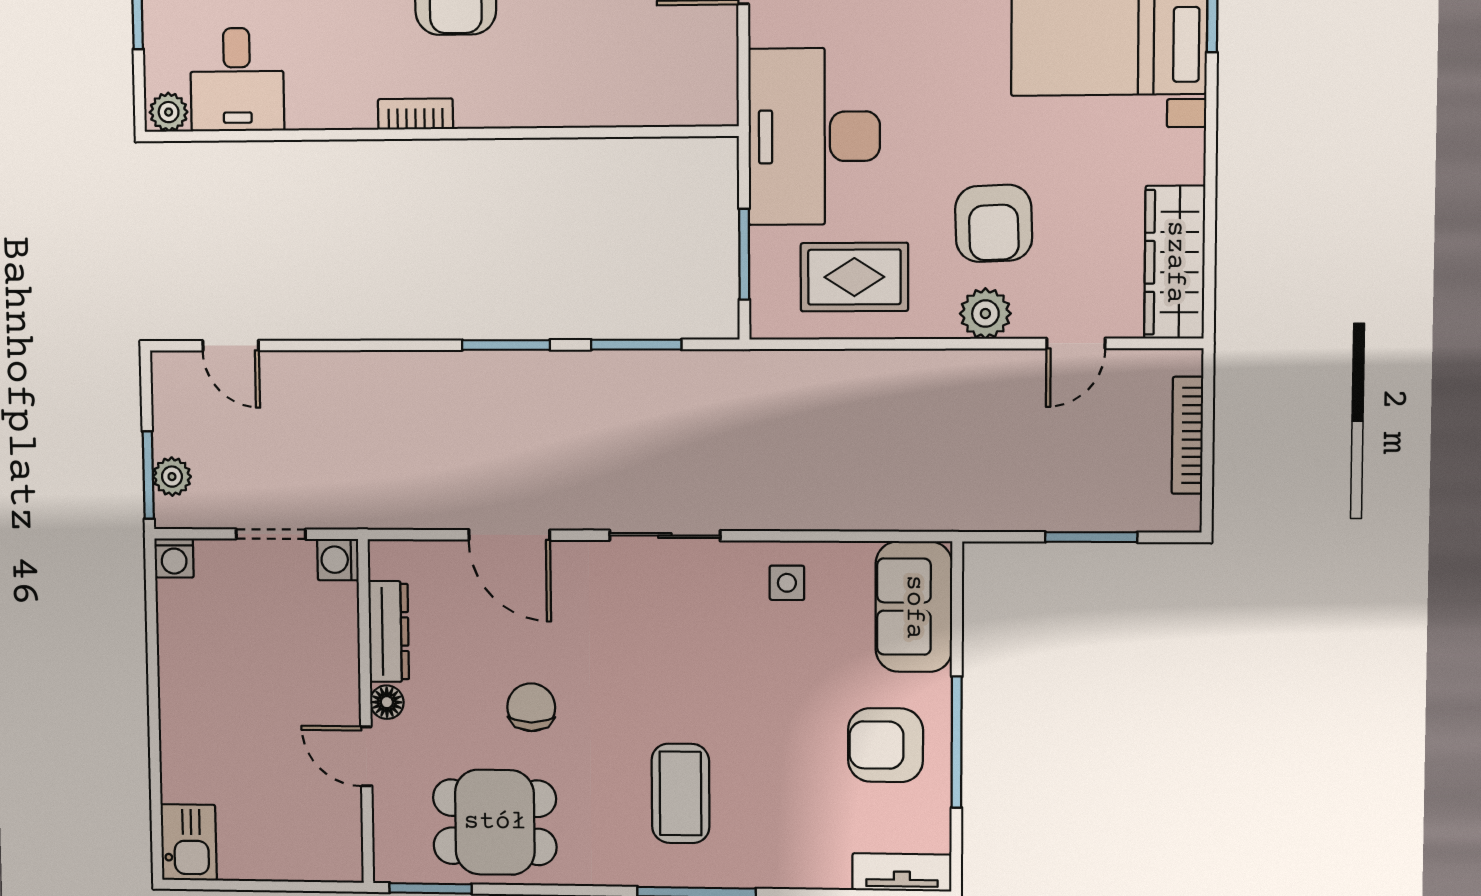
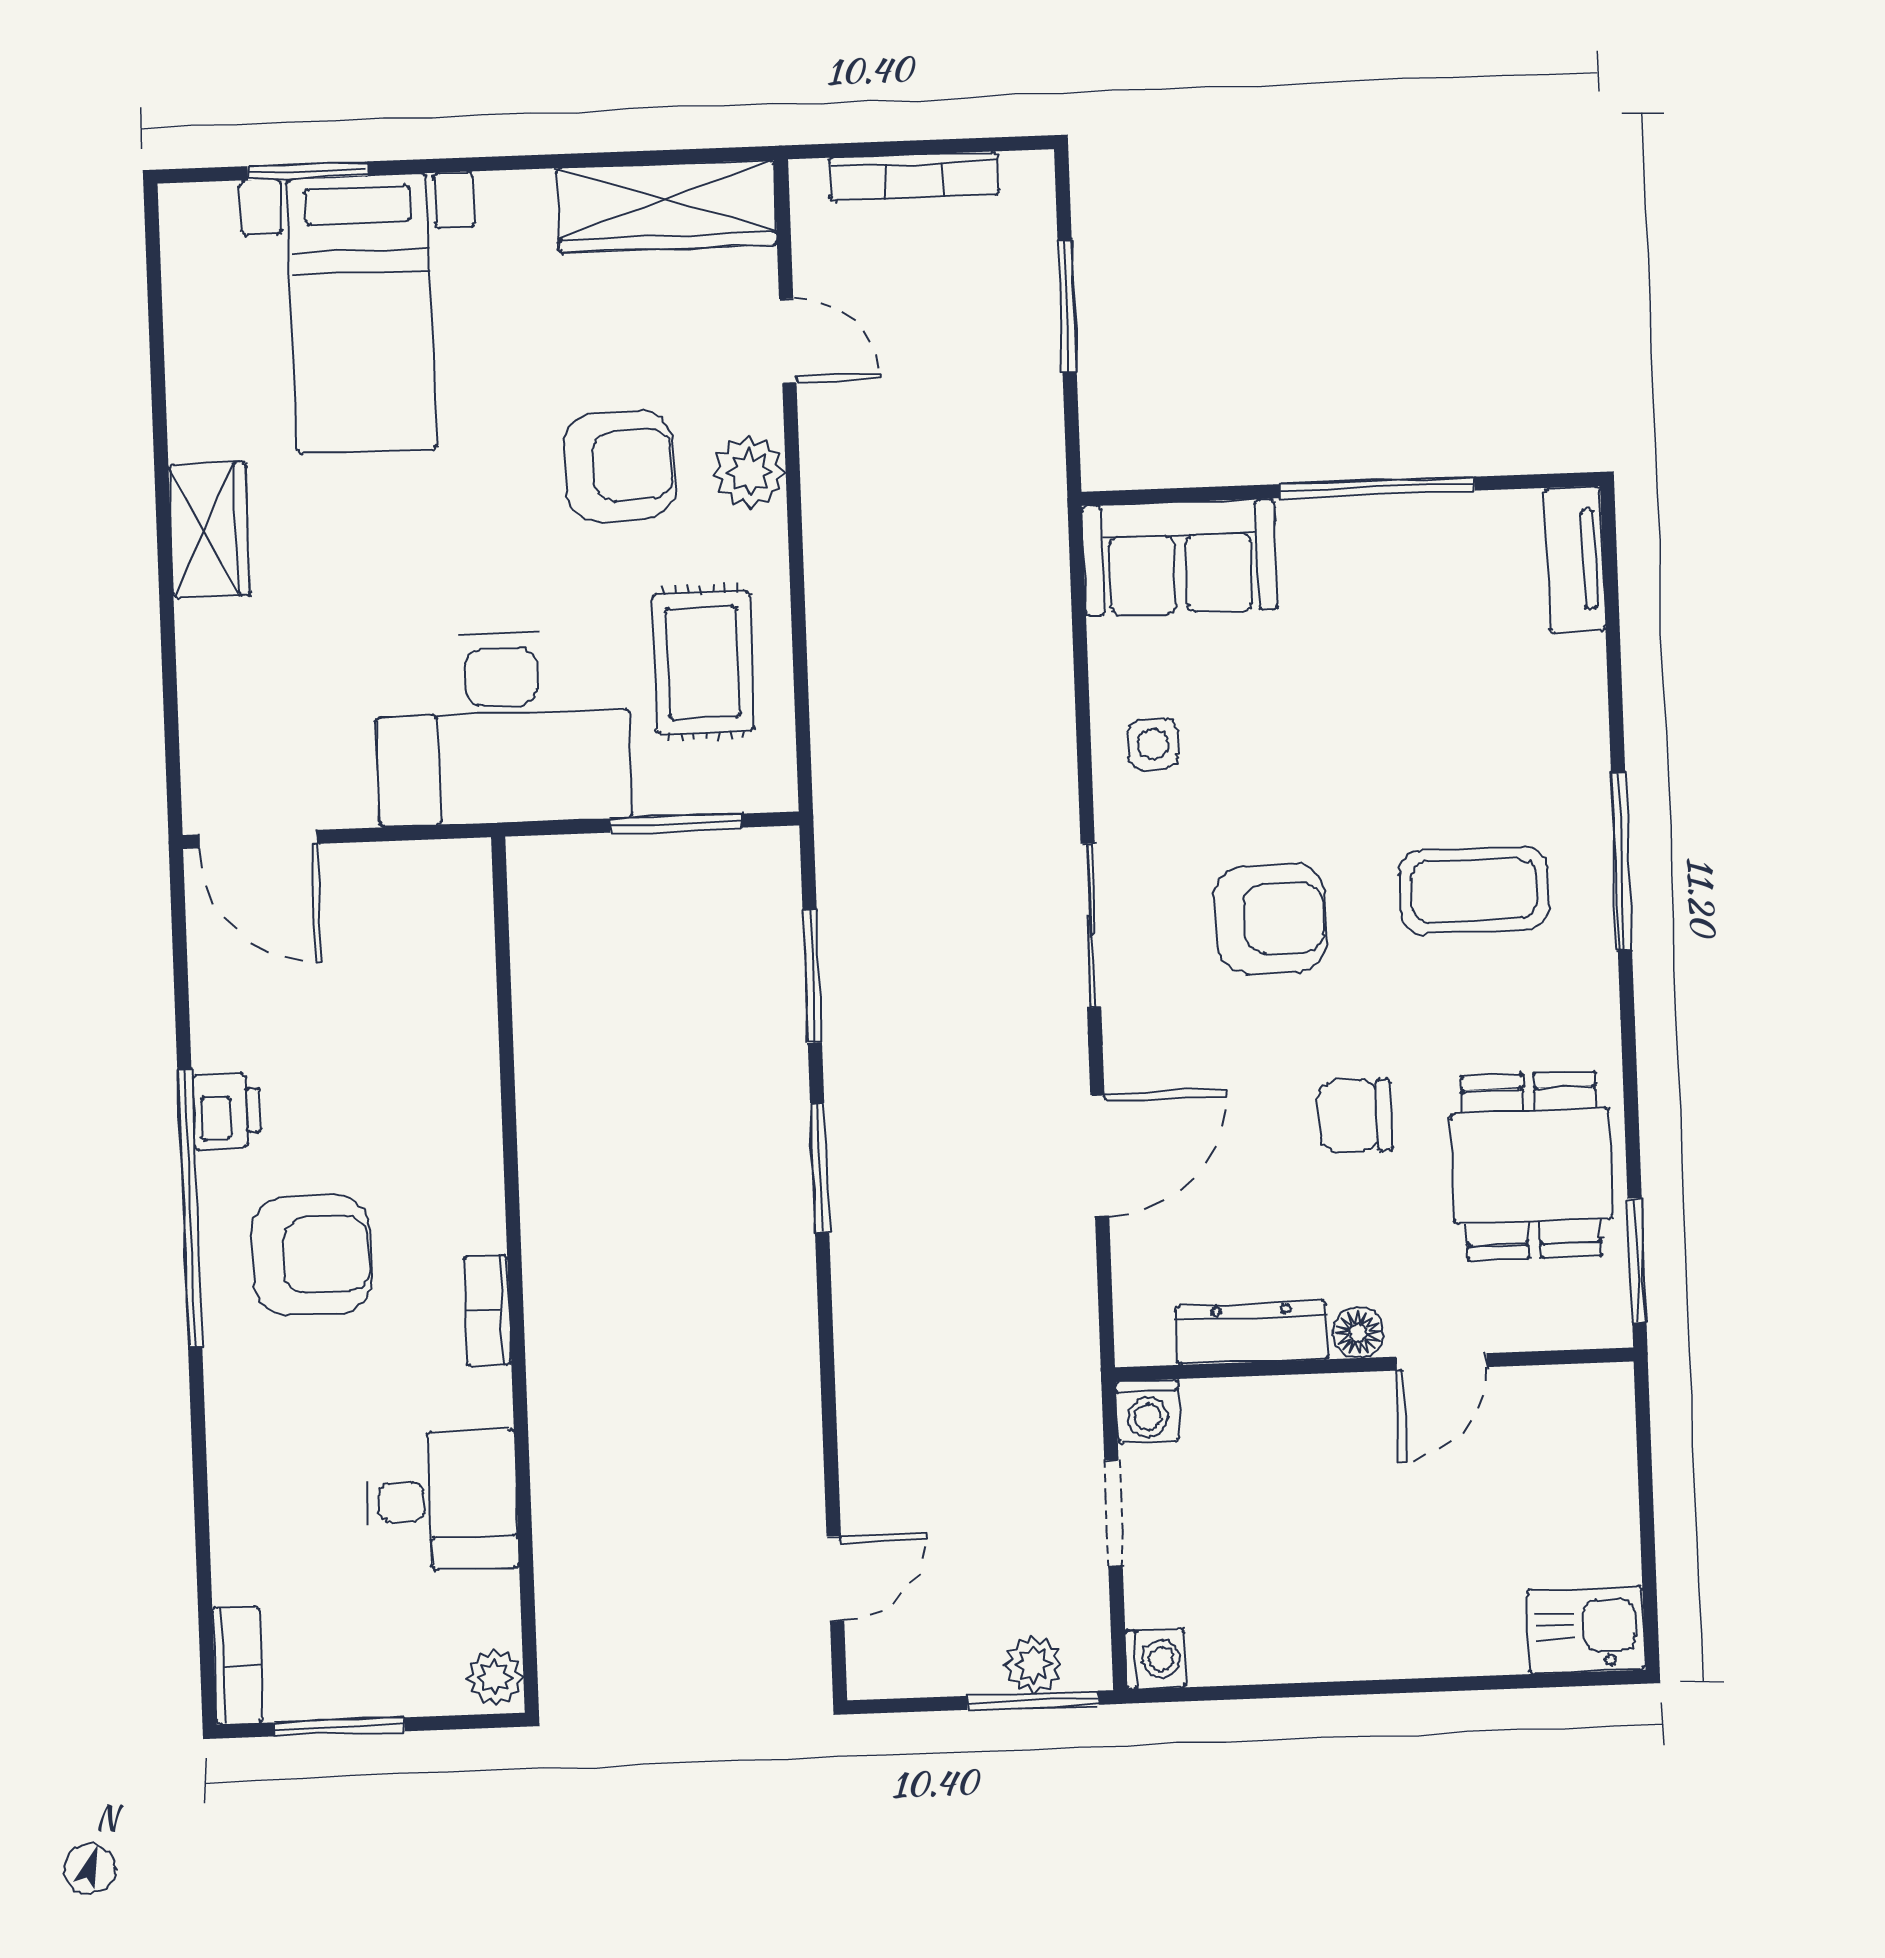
desk: (237, 80) -> (442, 1501), moved
armchair: (885, 745) -> (1271, 919), moved, turned -90

